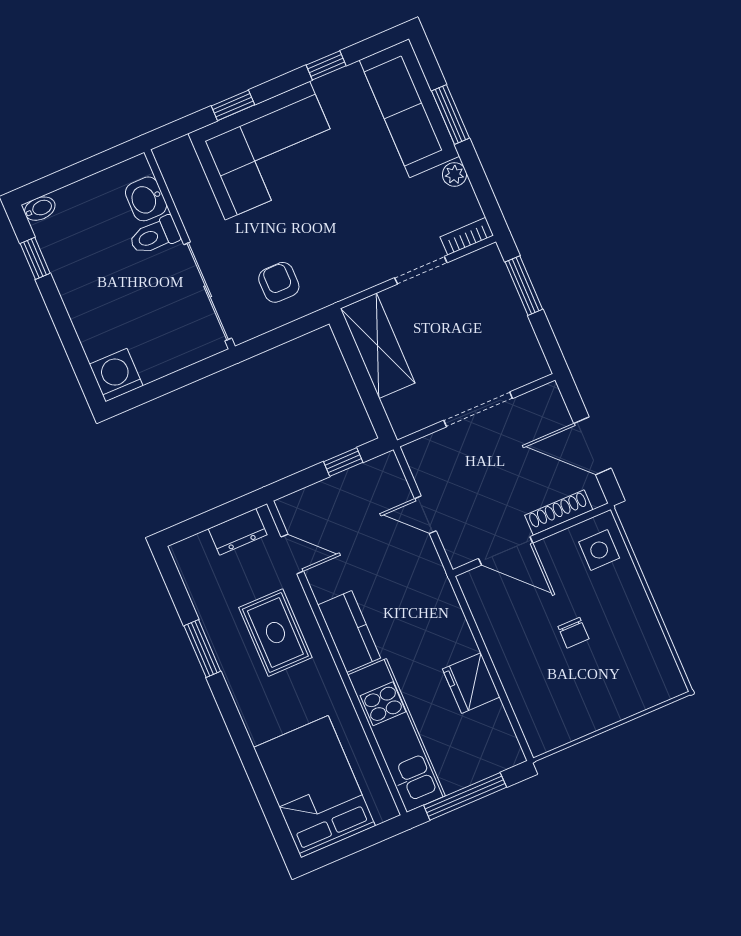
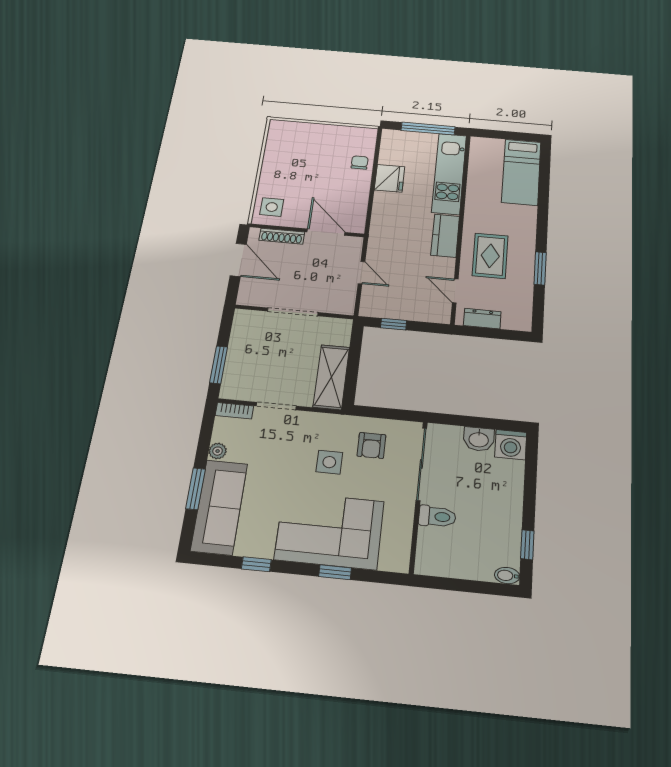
washbasin: (146, 199) -> (479, 439), moved, turned 90
side table: (316, 234) -> (329, 462), added
chair: (573, 633) -> (360, 162), moved
bed: (314, 787) -> (521, 172), width x0.67

